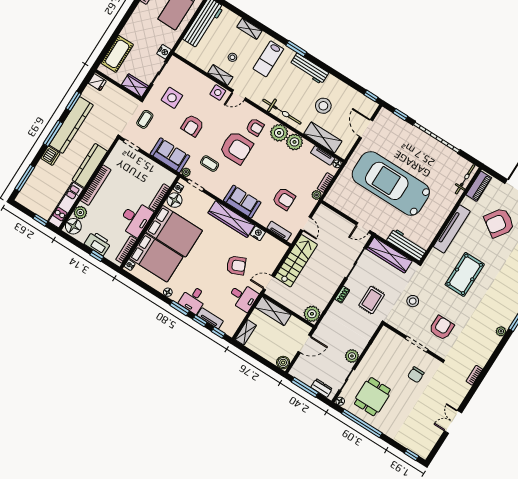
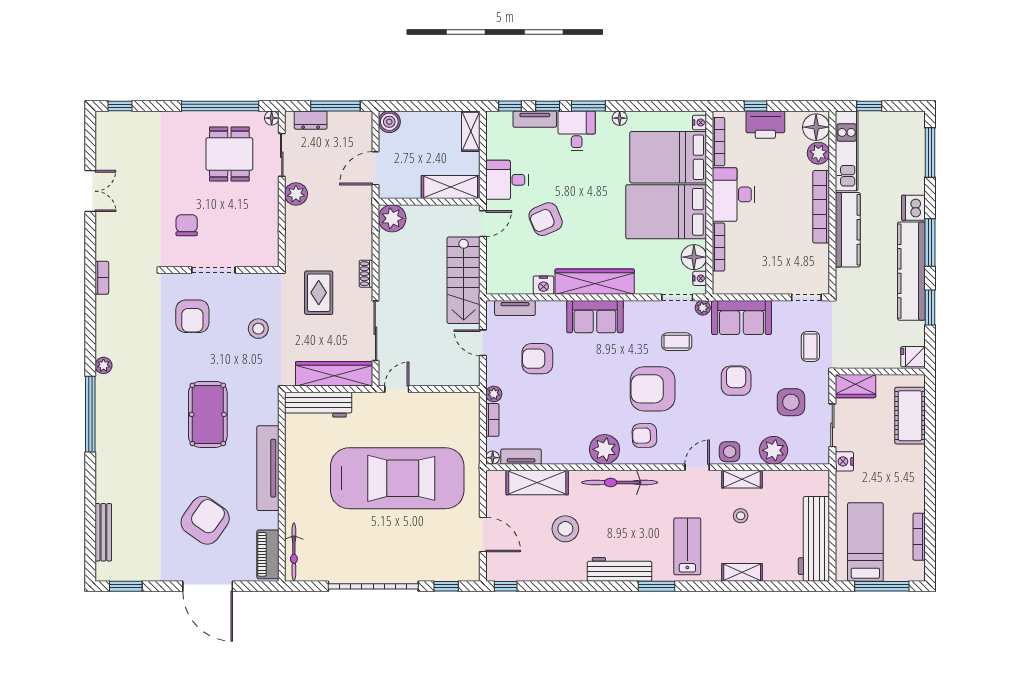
plant: (294, 142) -> (773, 450), moved

